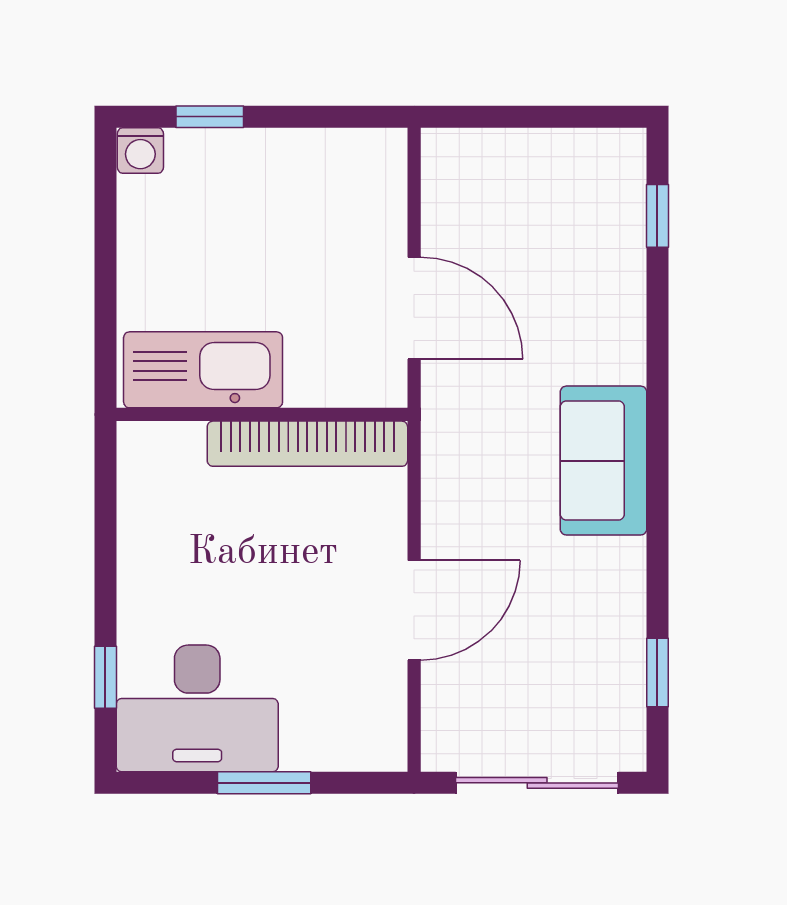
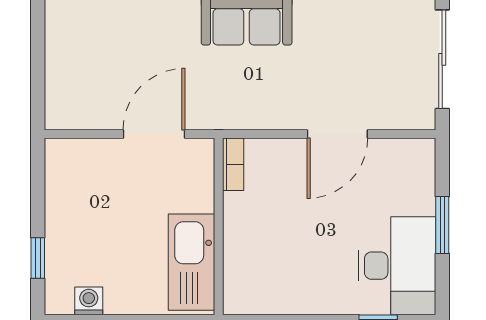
washing machine: (140, 150) -> (89, 301), moved, turned -90
bookcase: (307, 444) -> (233, 164), width x0.43, depth x0.76
door: (414, 610) -> (337, 134), swing flipped

